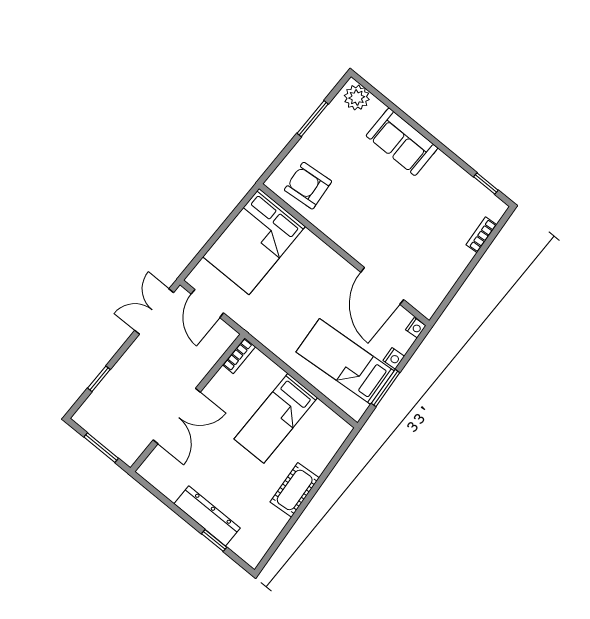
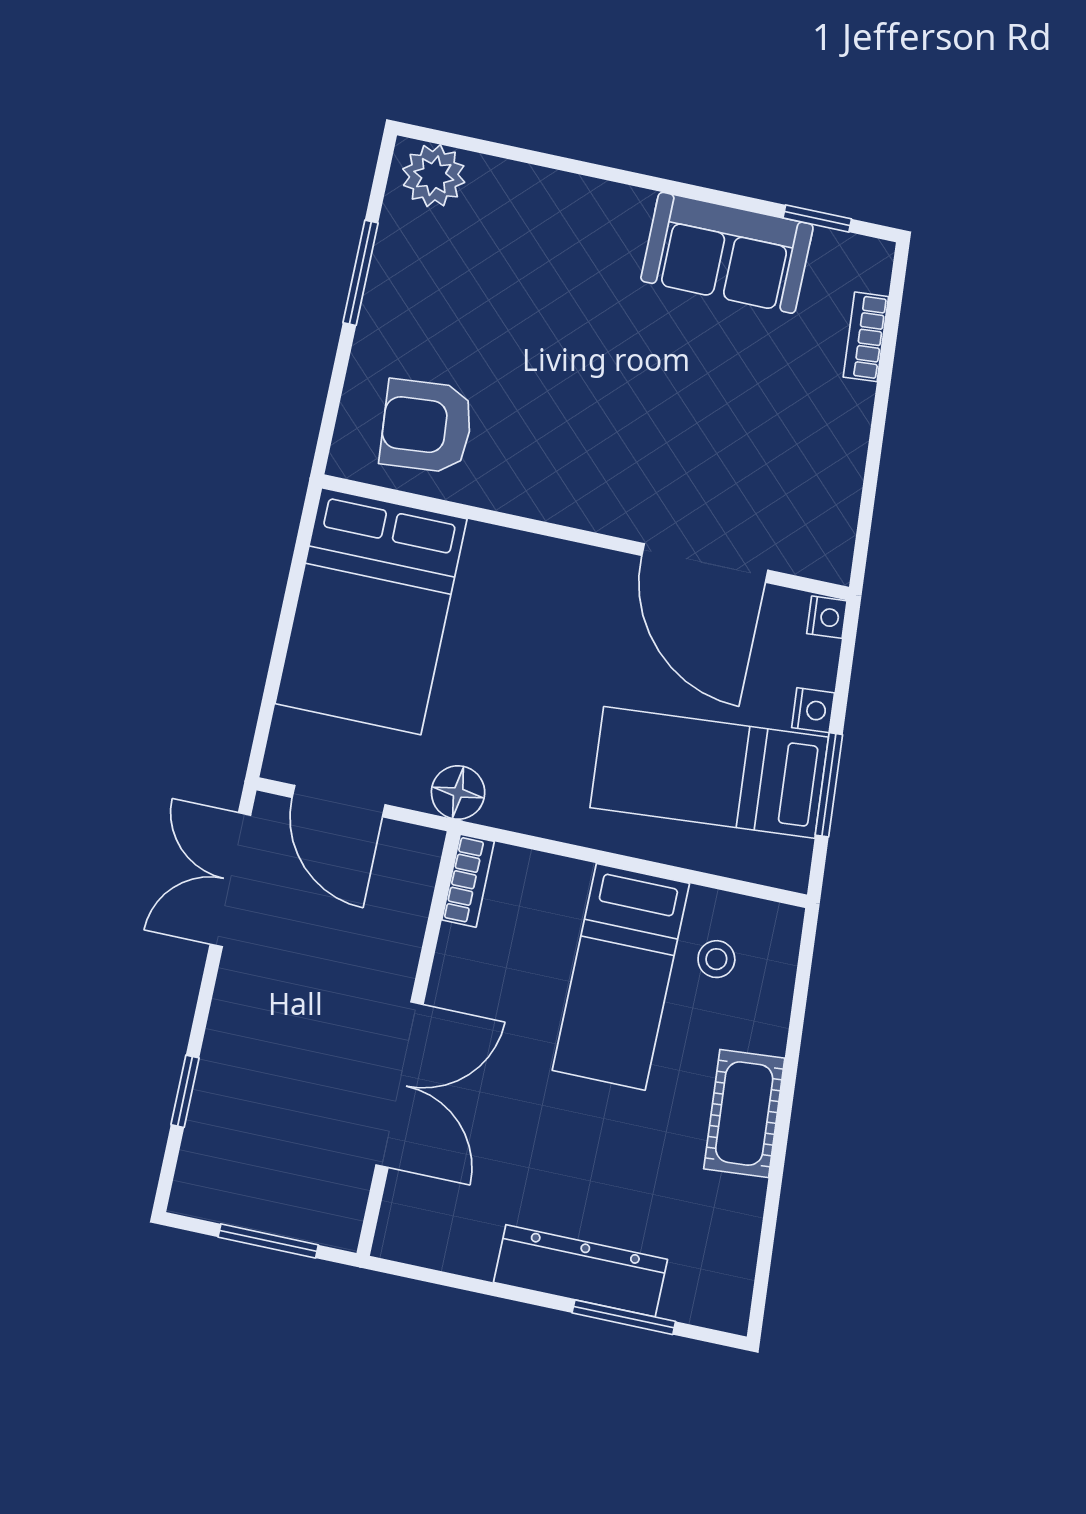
sofa: (402, 142) -> (727, 253), moved
floor lamp: (252, 322) -> (458, 793), added
stool: (313, 430) -> (716, 959), added
window: (214, 540) -> (624, 1317), width x1.50

